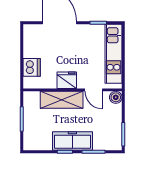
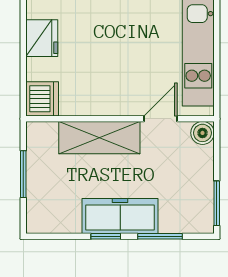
dishwasher: (32, 67) -> (42, 99), moved
fridge: (67, 80) -> (42, 38), moved, turned 90
door: (94, 90) -> (160, 119), swing flipped

